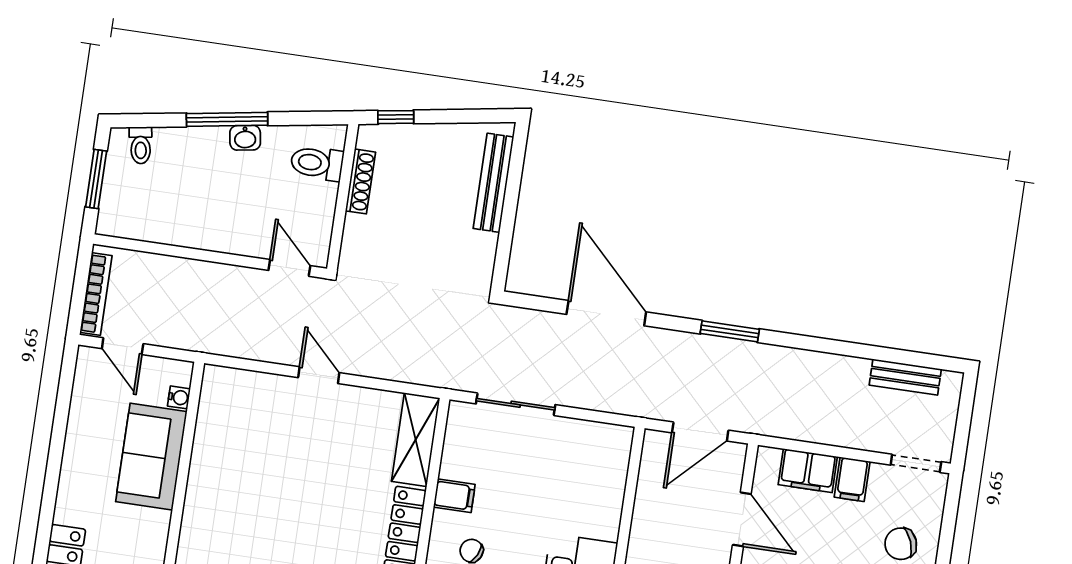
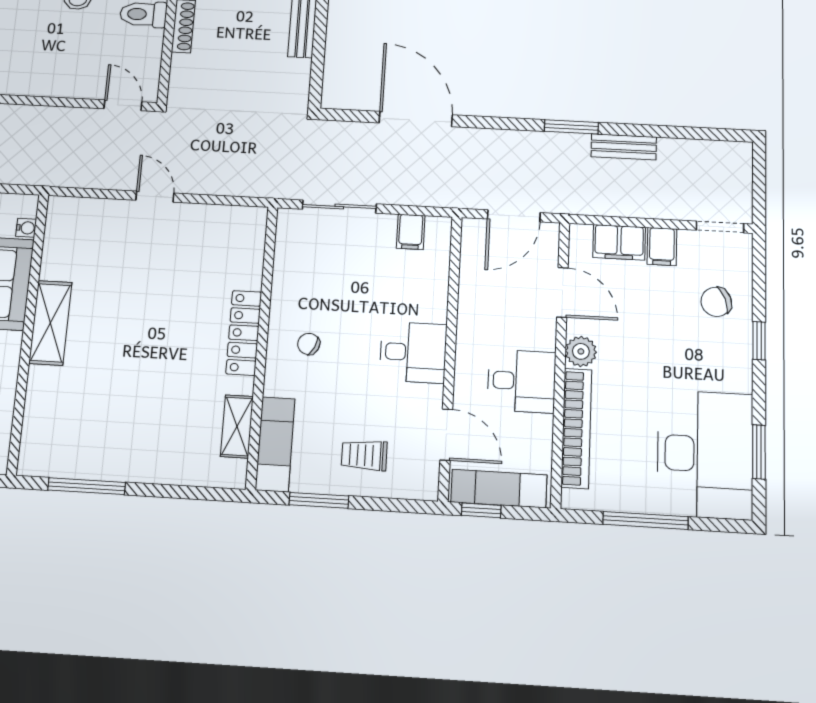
window: (730, 331) -> (571, 127), moved
bench: (905, 377) -> (624, 147), moved
shelving: (416, 440) -> (50, 323), moved
filing cabinet: (454, 496) -> (411, 232), moved, turned 90

